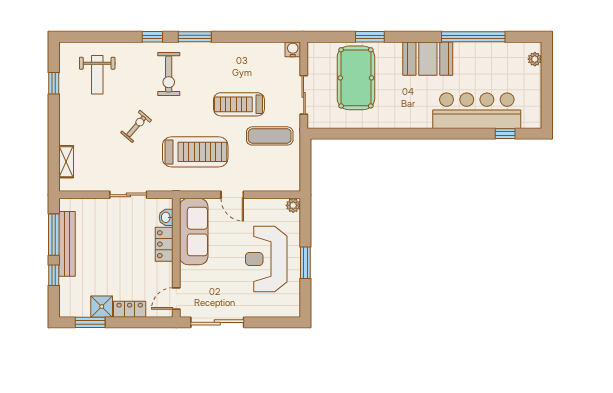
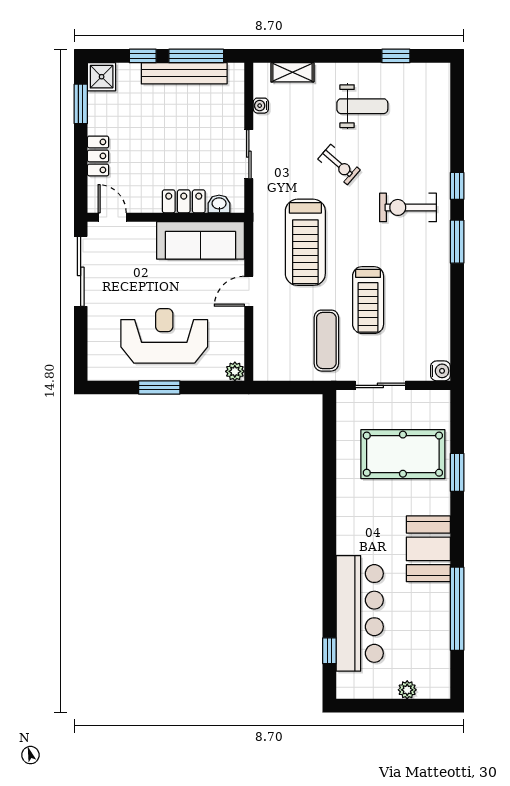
plant: (535, 59) -> (407, 690), moved
weight bench: (97, 75) -> (362, 106), moved, turned 180
treadmill: (239, 104) -> (368, 300), turned 180
water cooler: (91, 186) -> (261, 106), added
shower: (102, 307) -> (102, 77), moved

